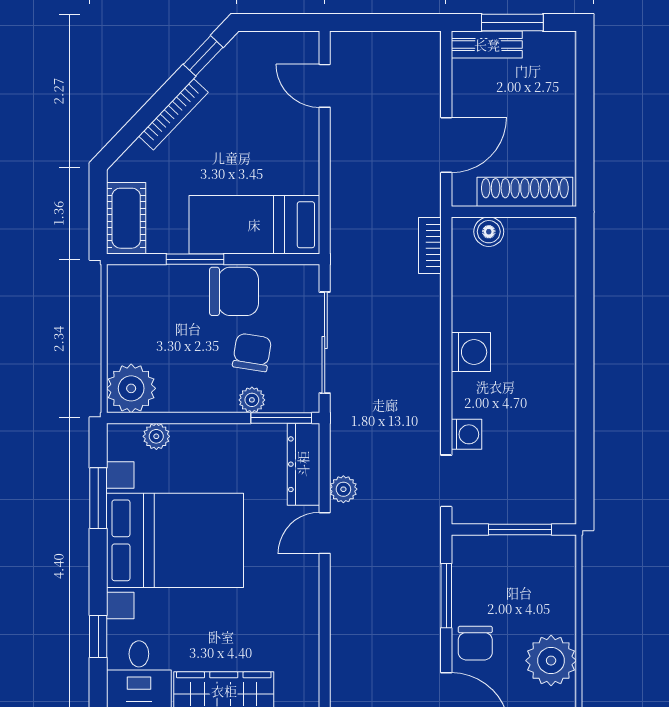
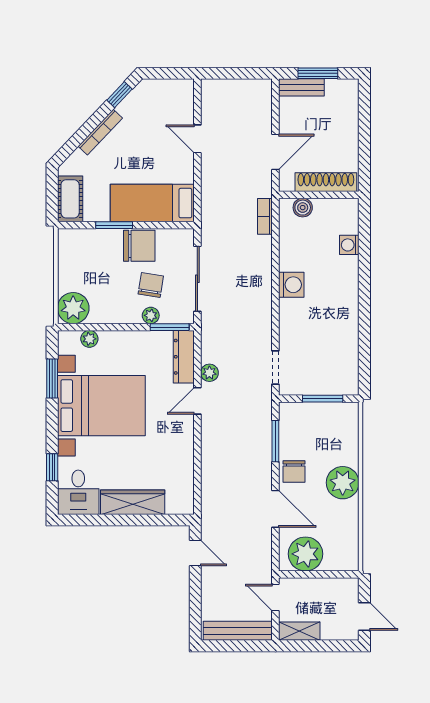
door: (325, 86) -> (197, 139), moved
washing machine: (466, 434) -> (349, 245), moved, turned 180

